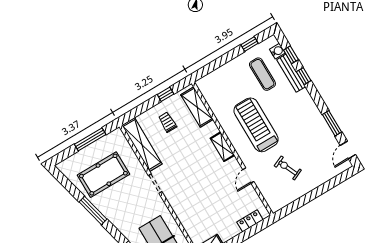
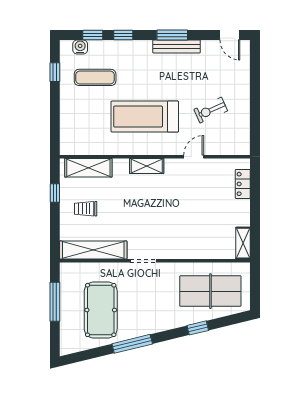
bench: (291, 73) -> (177, 46), moved
window: (332, 123) -> (172, 35), moved
door: (248, 176) -> (194, 157), swing flipped

